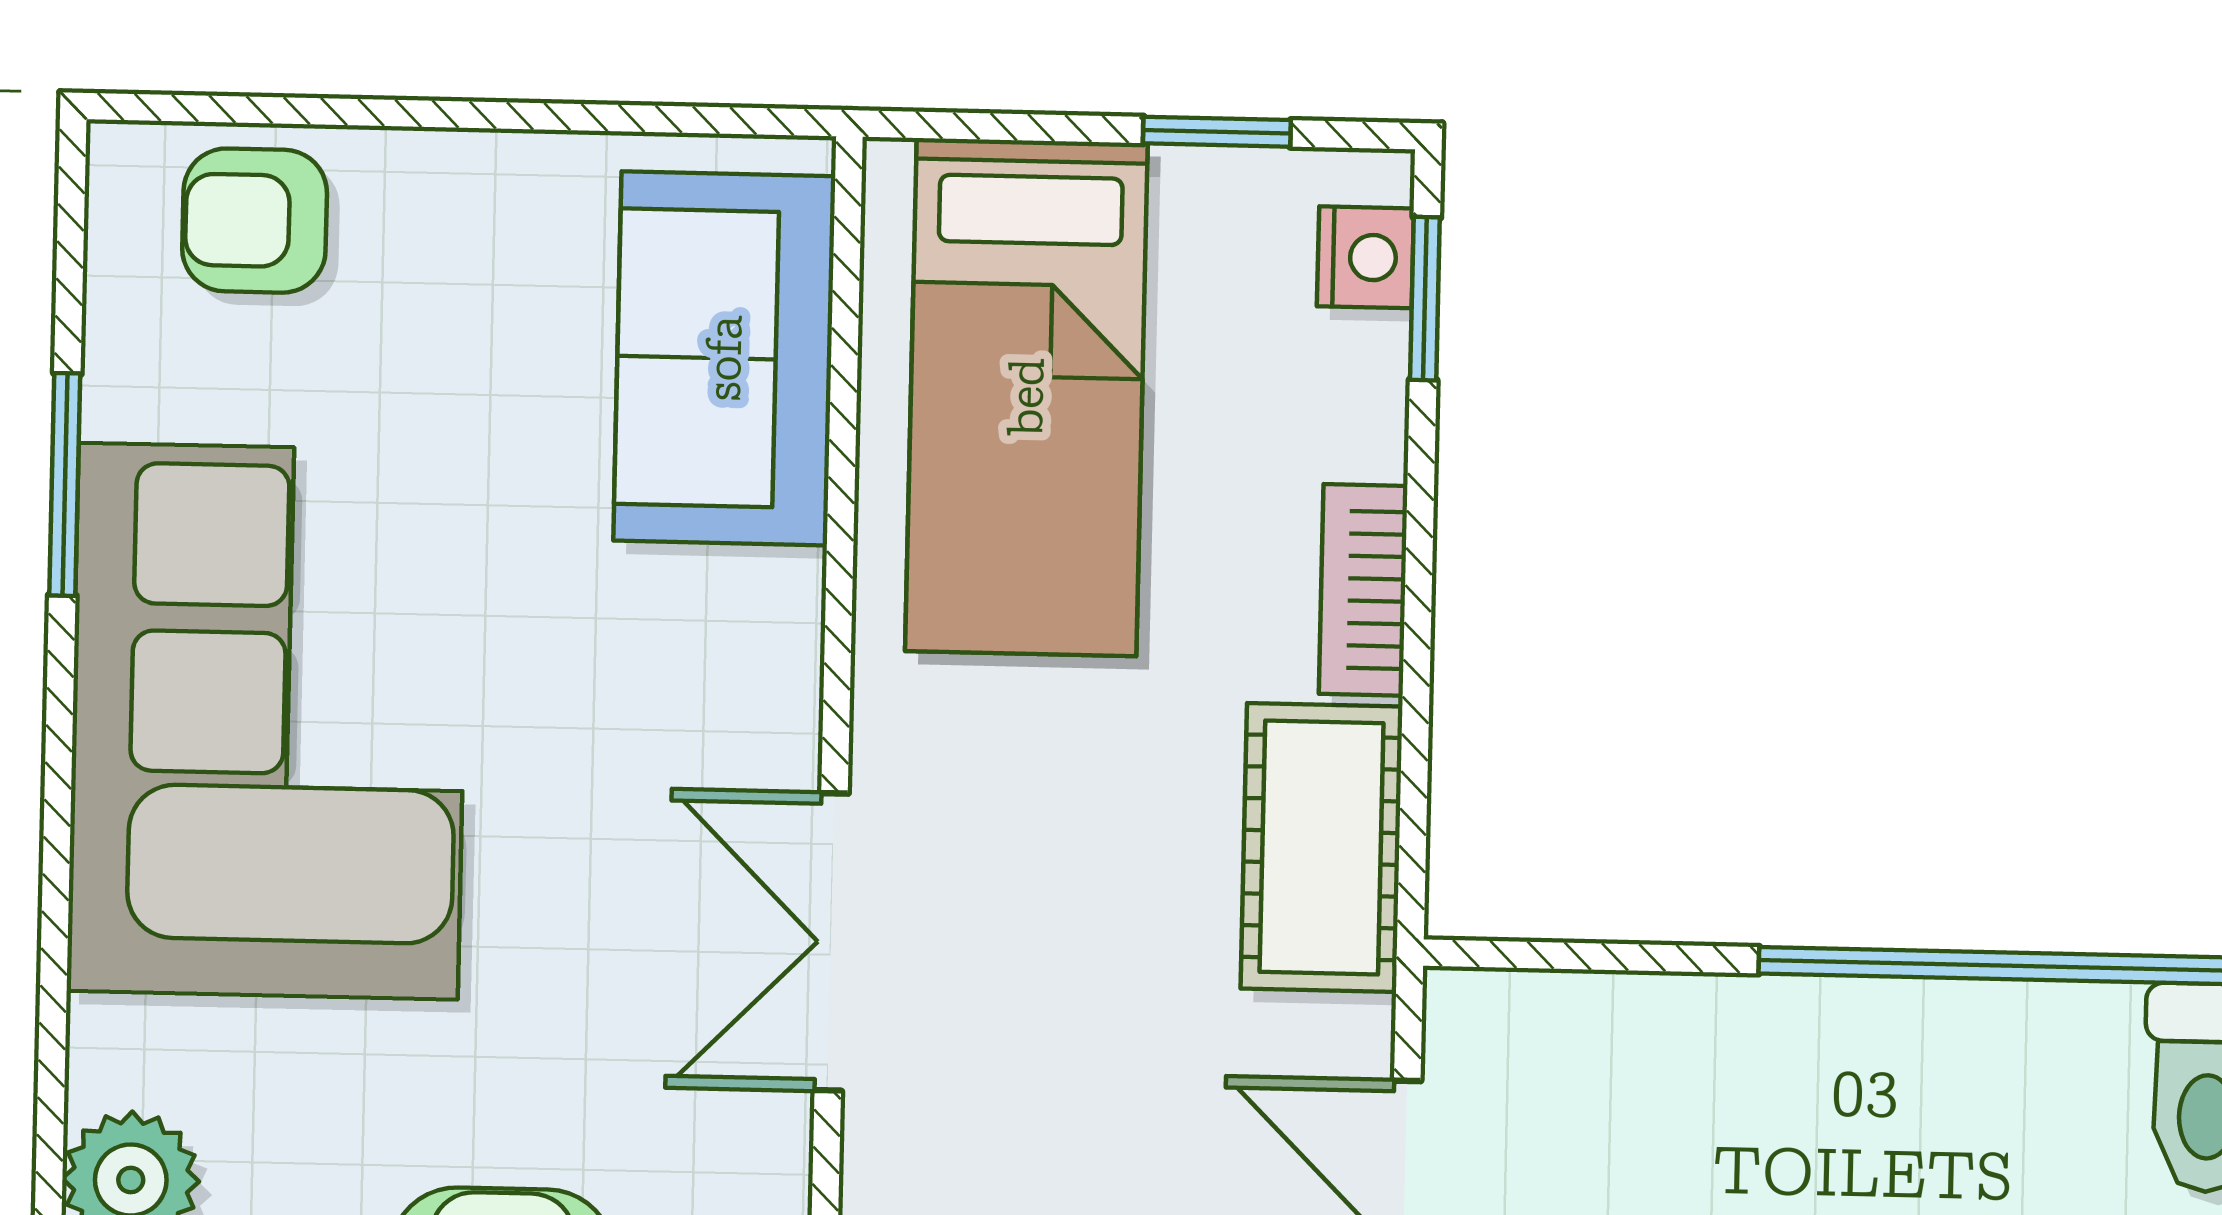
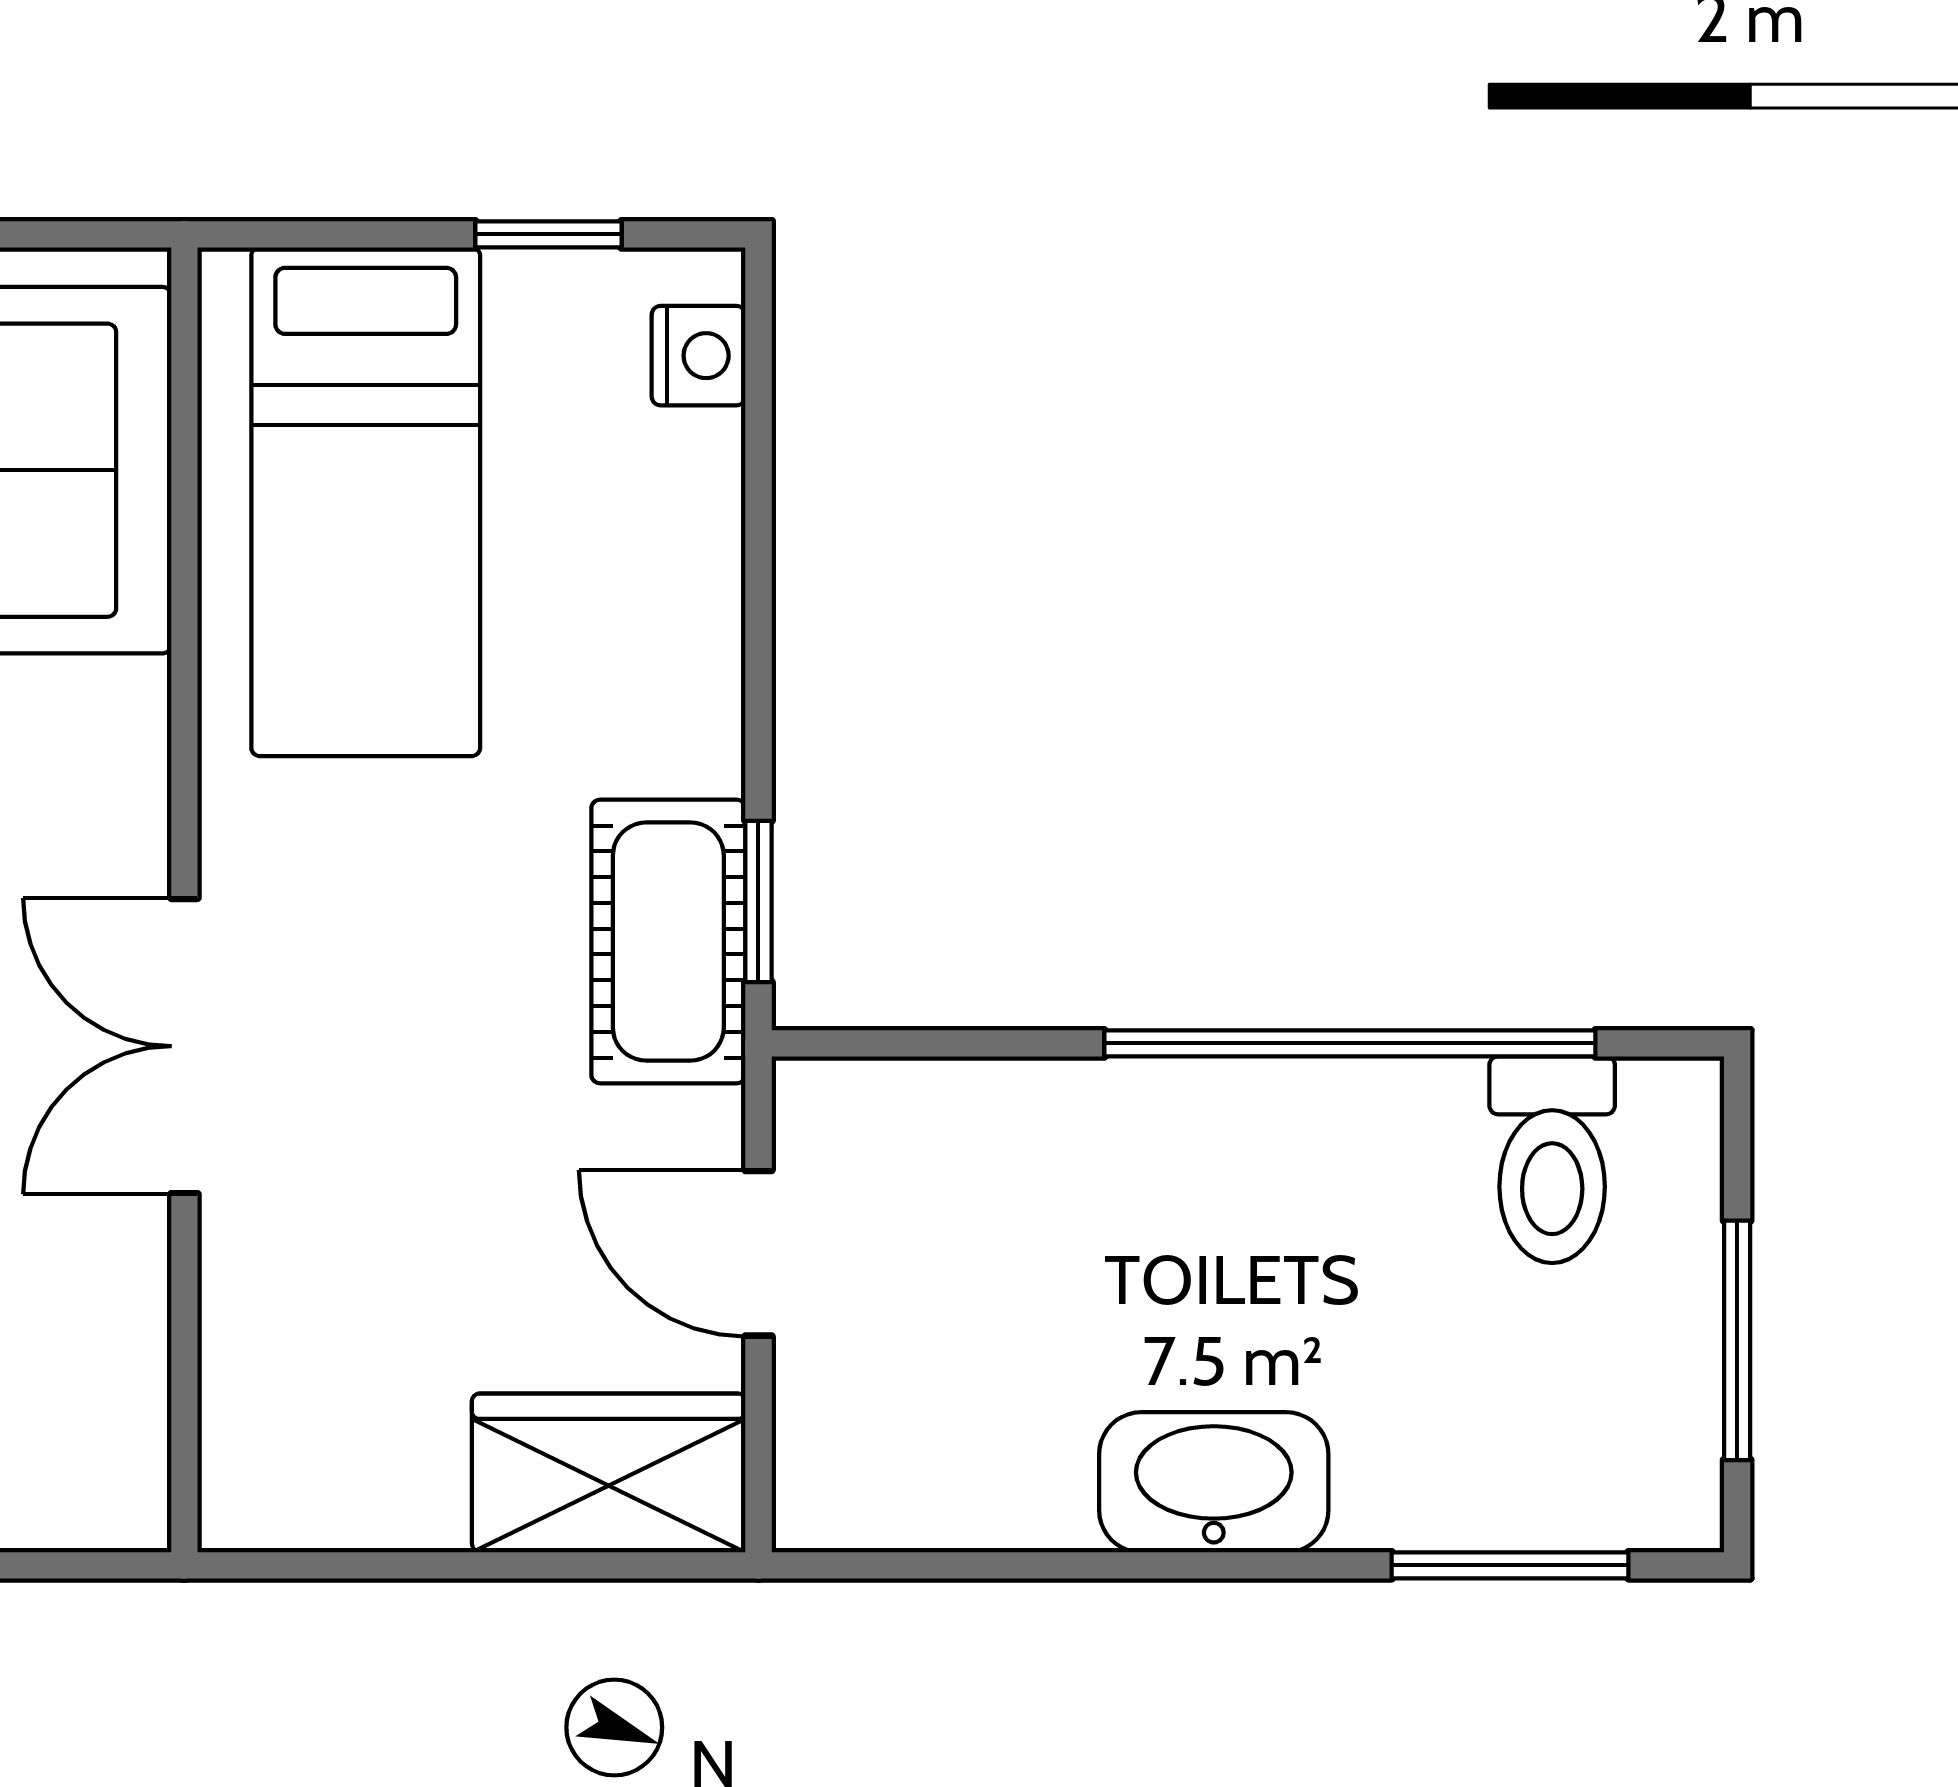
window: (1425, 299) -> (758, 901), moved
bookcase: (1363, 590) -> (704, 685), removed

